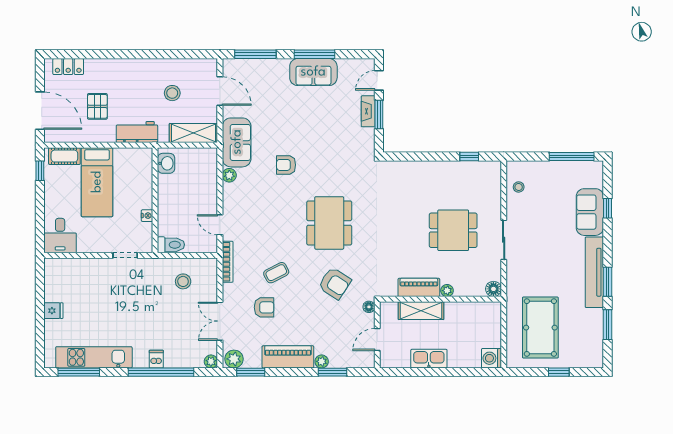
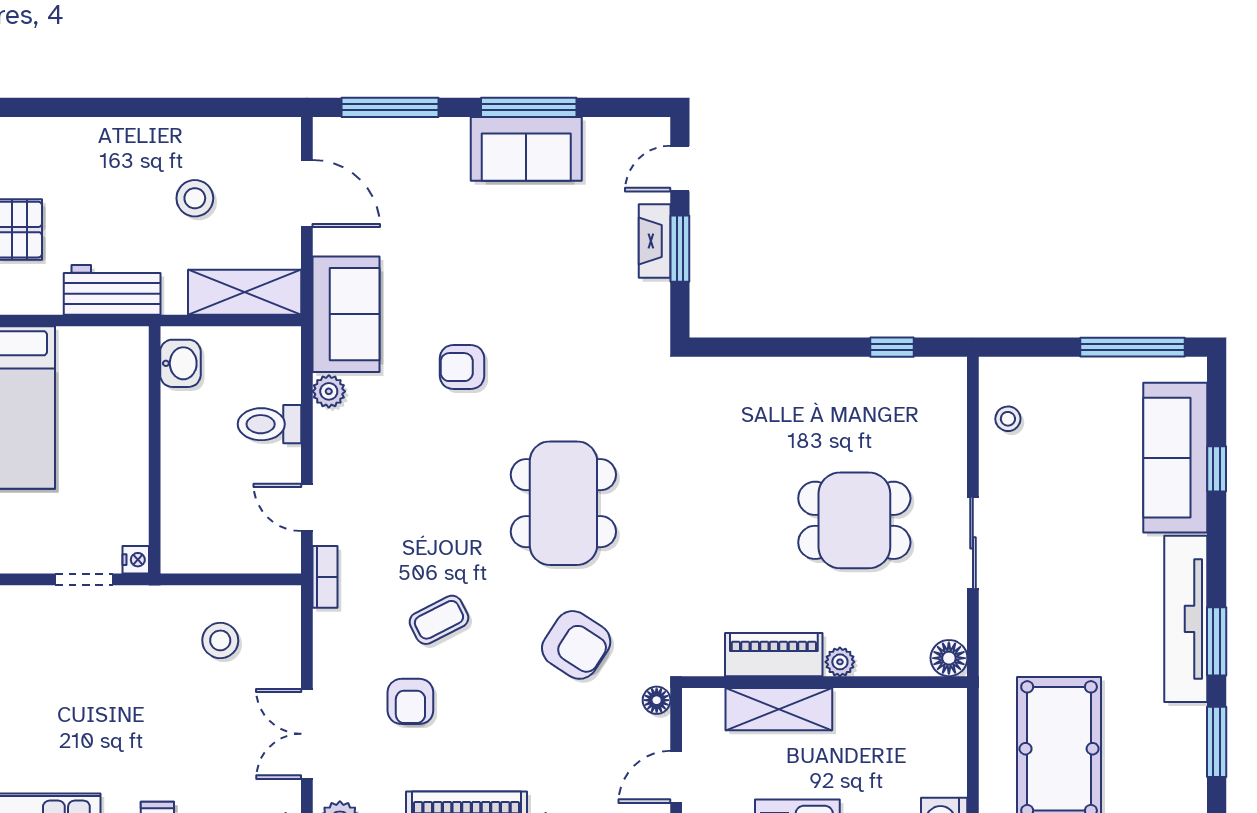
sofa: (590, 212) -> (1175, 458), width x1.36
nightstand: (147, 216) -> (136, 560), moved
toilet: (171, 245) -> (269, 424), moved, turned 180
bookcase: (228, 262) -> (325, 577), width x0.64
armchair: (264, 307) -> (410, 701), turned 90

